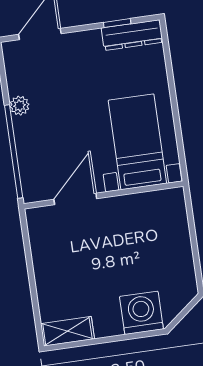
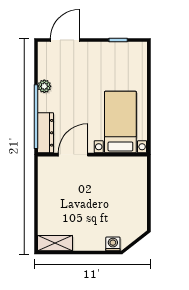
dresser: (132, 35) -> (46, 133), moved, turned -90
washing machine: (141, 313) -> (113, 244), width x0.53, depth x0.53

